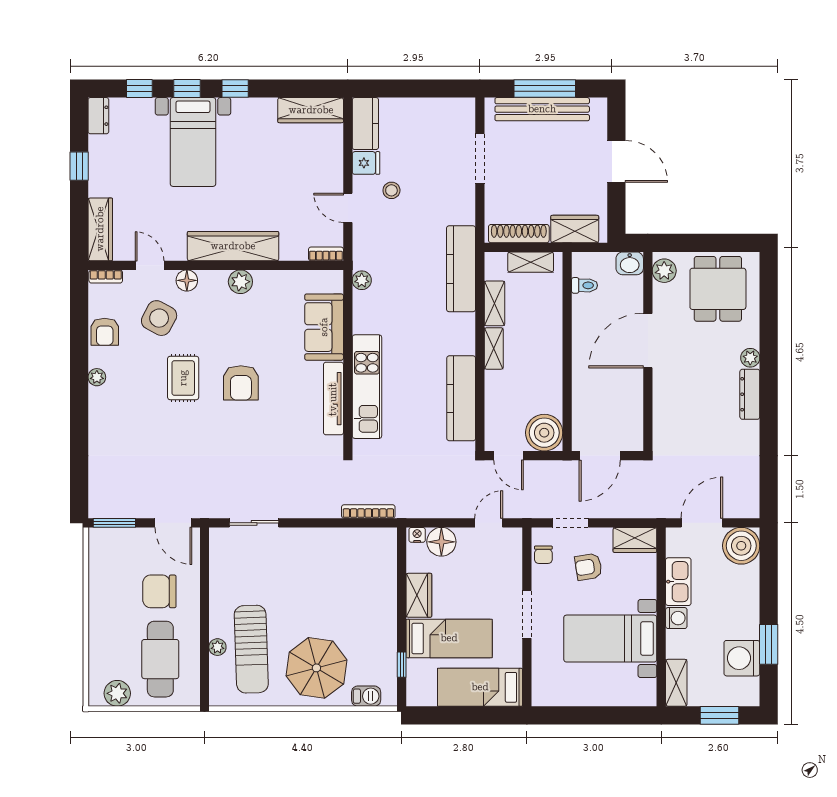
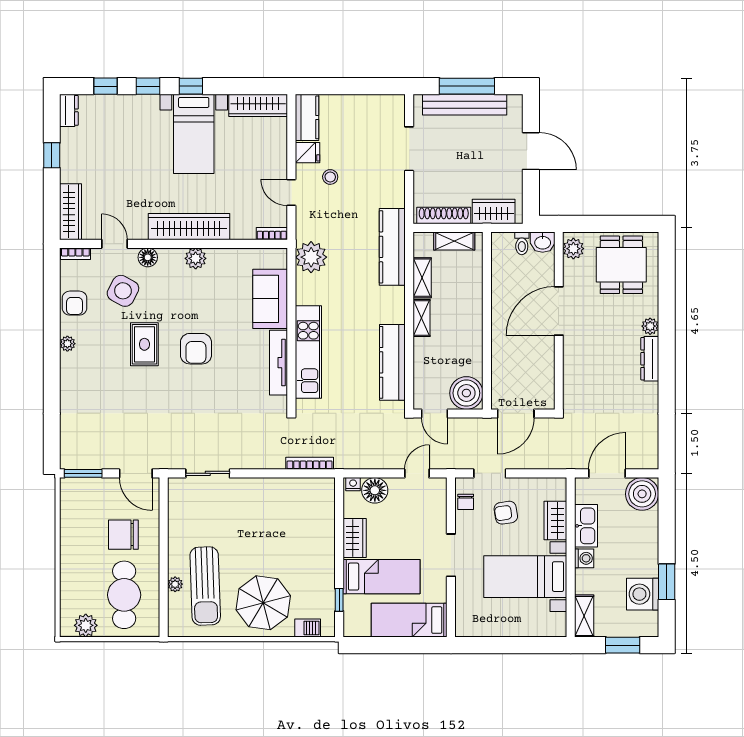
bed with nightstands: (193, 142) -> (194, 134), moved
plant: (362, 280) -> (311, 257), width x1.87, depth x1.87
toilet: (585, 285) -> (522, 243), moved, turned 90
wardrobe: (635, 540) -> (555, 521), moved, turned 90

